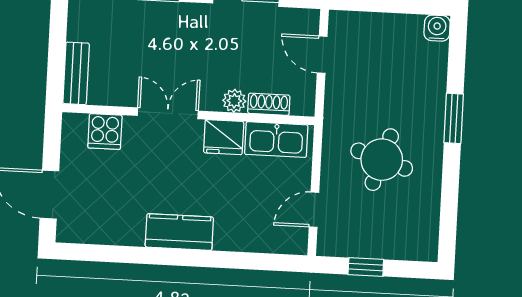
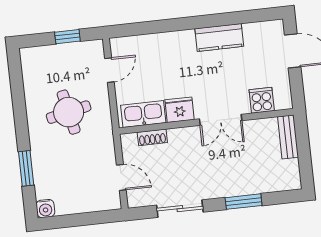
plant: (234, 101) -> (176, 136), removed
window: (454, 118) -> (26, 168), moved
round table: (382, 160) -> (69, 112), turned -30
kitchen counter: (179, 232) -> (219, 37), moved

